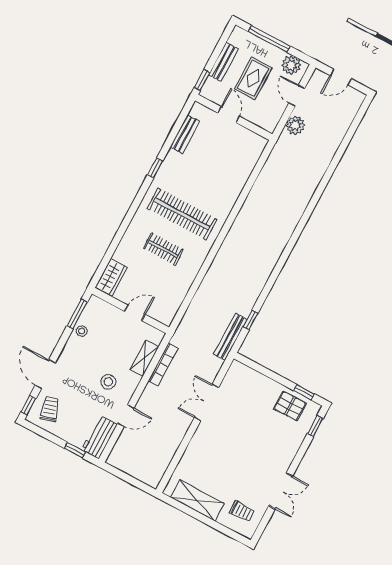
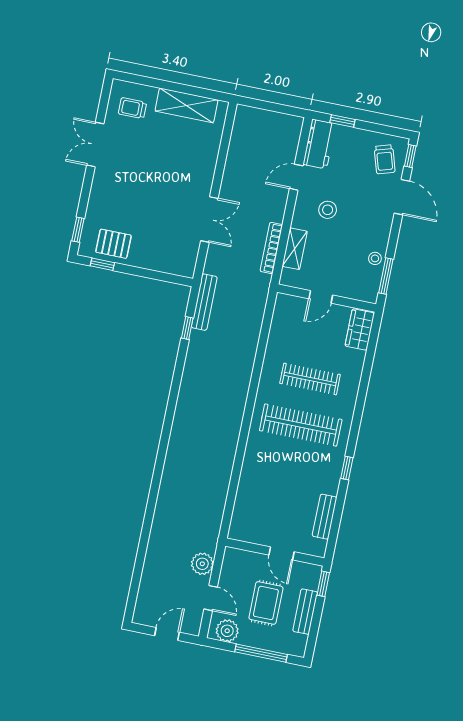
clothes rail: (163, 249) -> (310, 379), width x1.36

